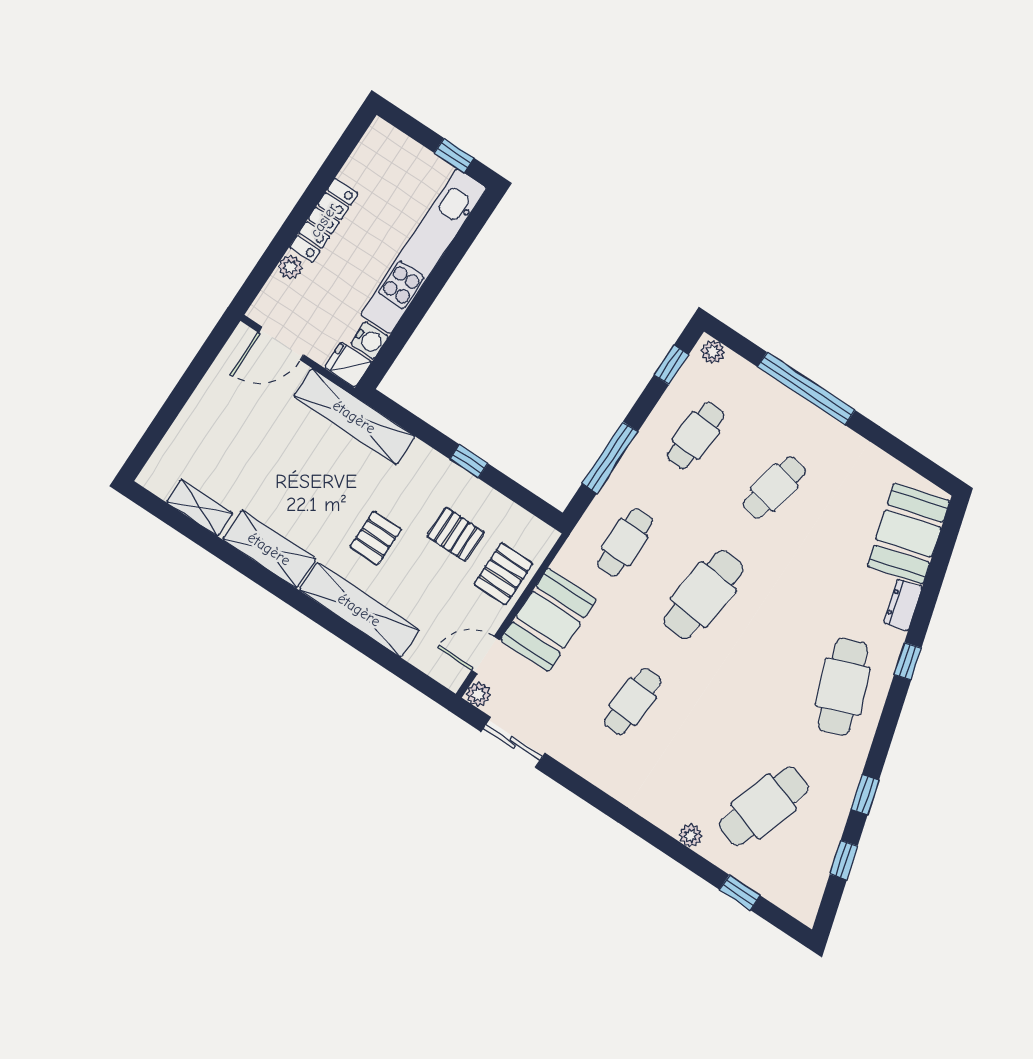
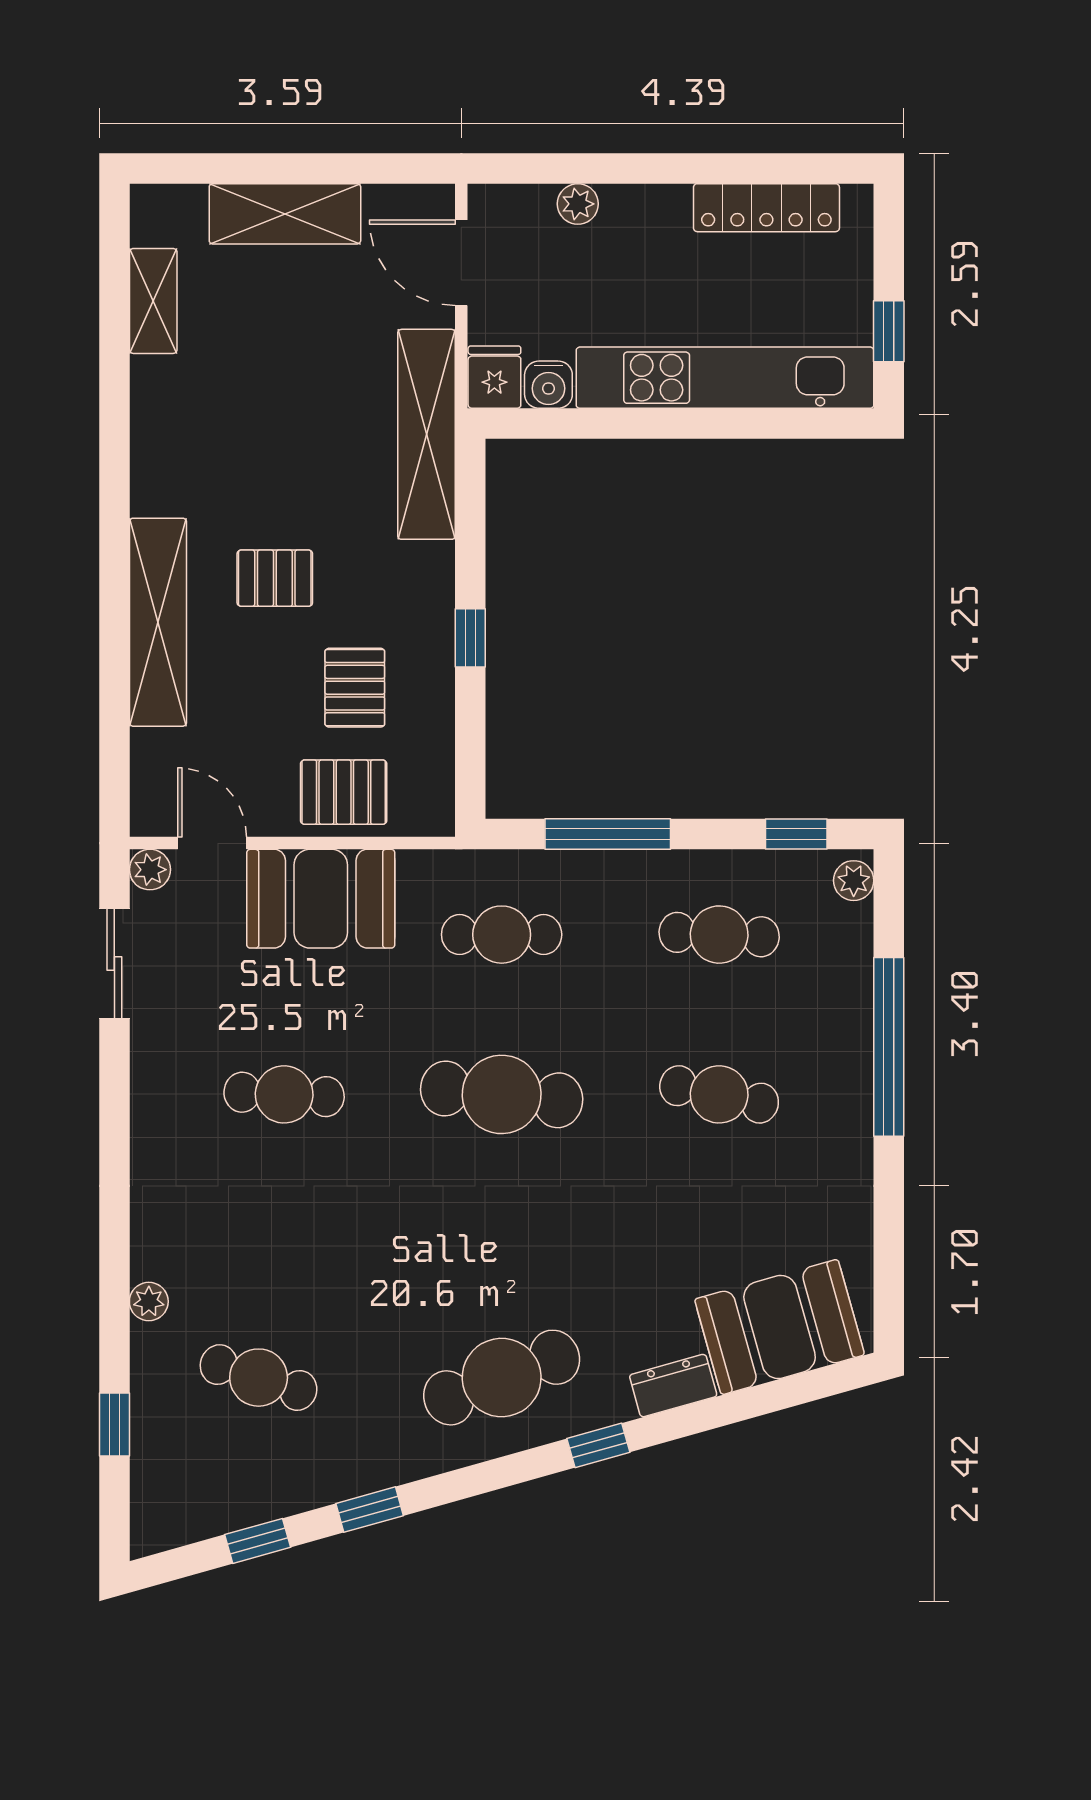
locker: (324, 220) -> (766, 208), moved
shelving: (269, 549) -> (285, 214), moved, turned 90
cafe table: (764, 806) -> (259, 1378), width x0.73, depth x0.74

